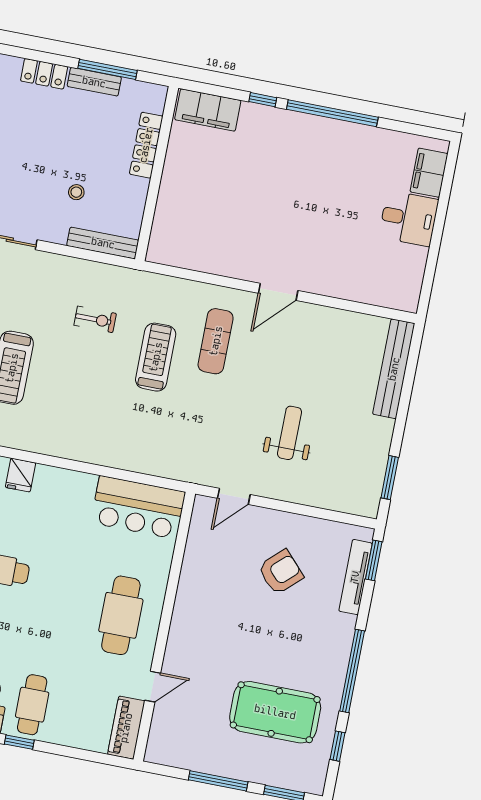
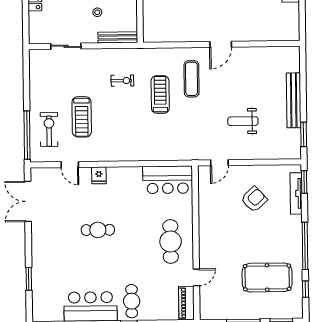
bench: (394, 369) -> (294, 100), moved
weight bench: (289, 433) -> (243, 121), turned -90

